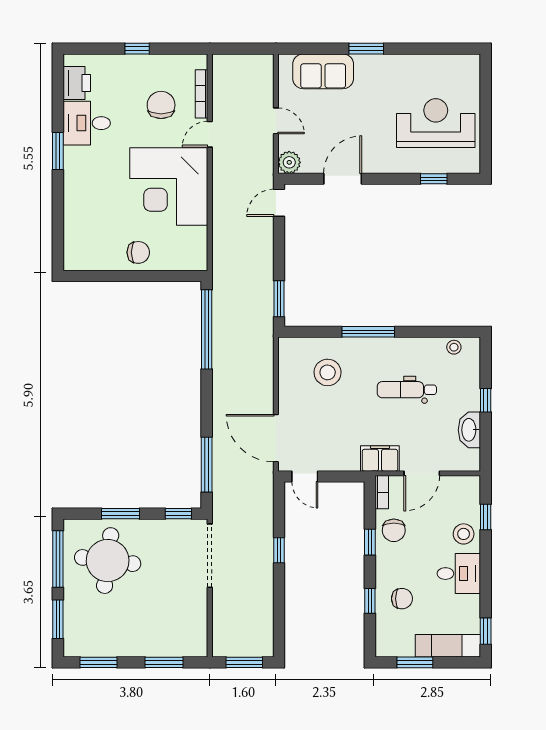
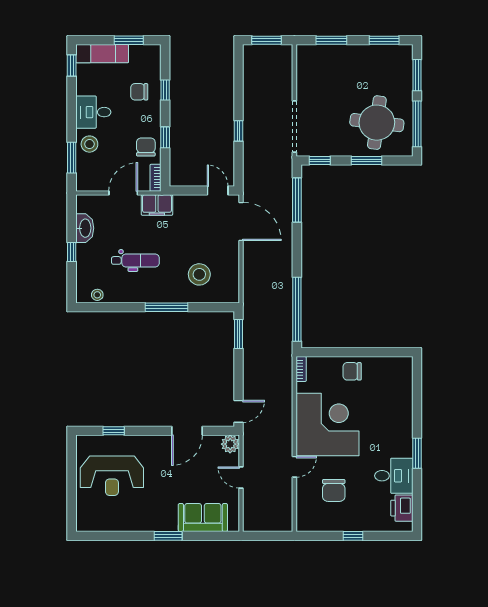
bookcase: (201, 94) -> (301, 369), moved, width x0.64
window: (486, 517) -> (72, 158), width x1.50

